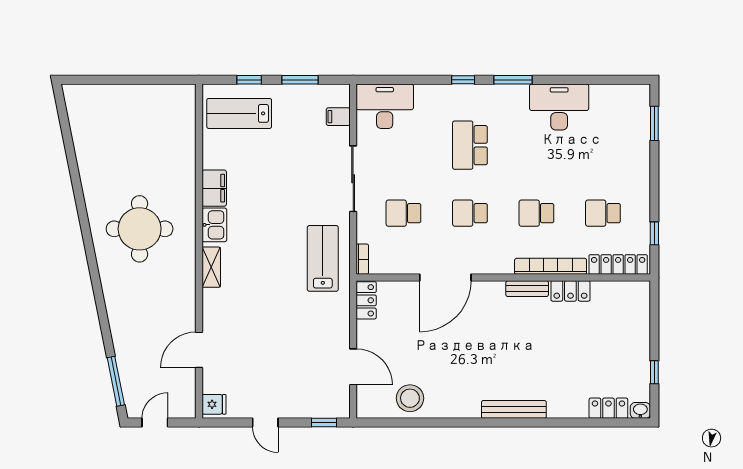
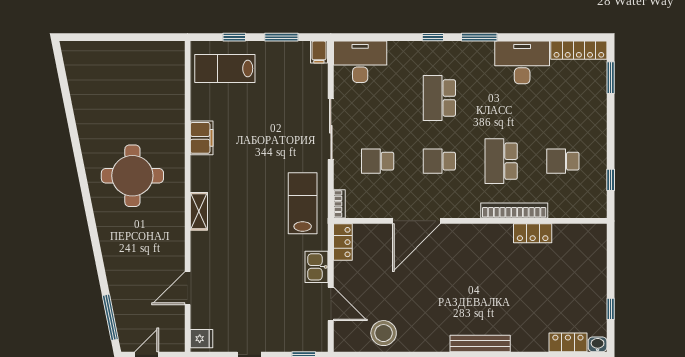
filing cabinet: (338, 117) -> (319, 52), moved, turned -90
school desk: (536, 213) -> (501, 161), width x1.85
kitchen sink: (214, 225) -> (317, 267), moved, turned 180
locker: (618, 265) -> (579, 50), moved, turned 180
bench: (527, 289) -> (492, 231), removed

